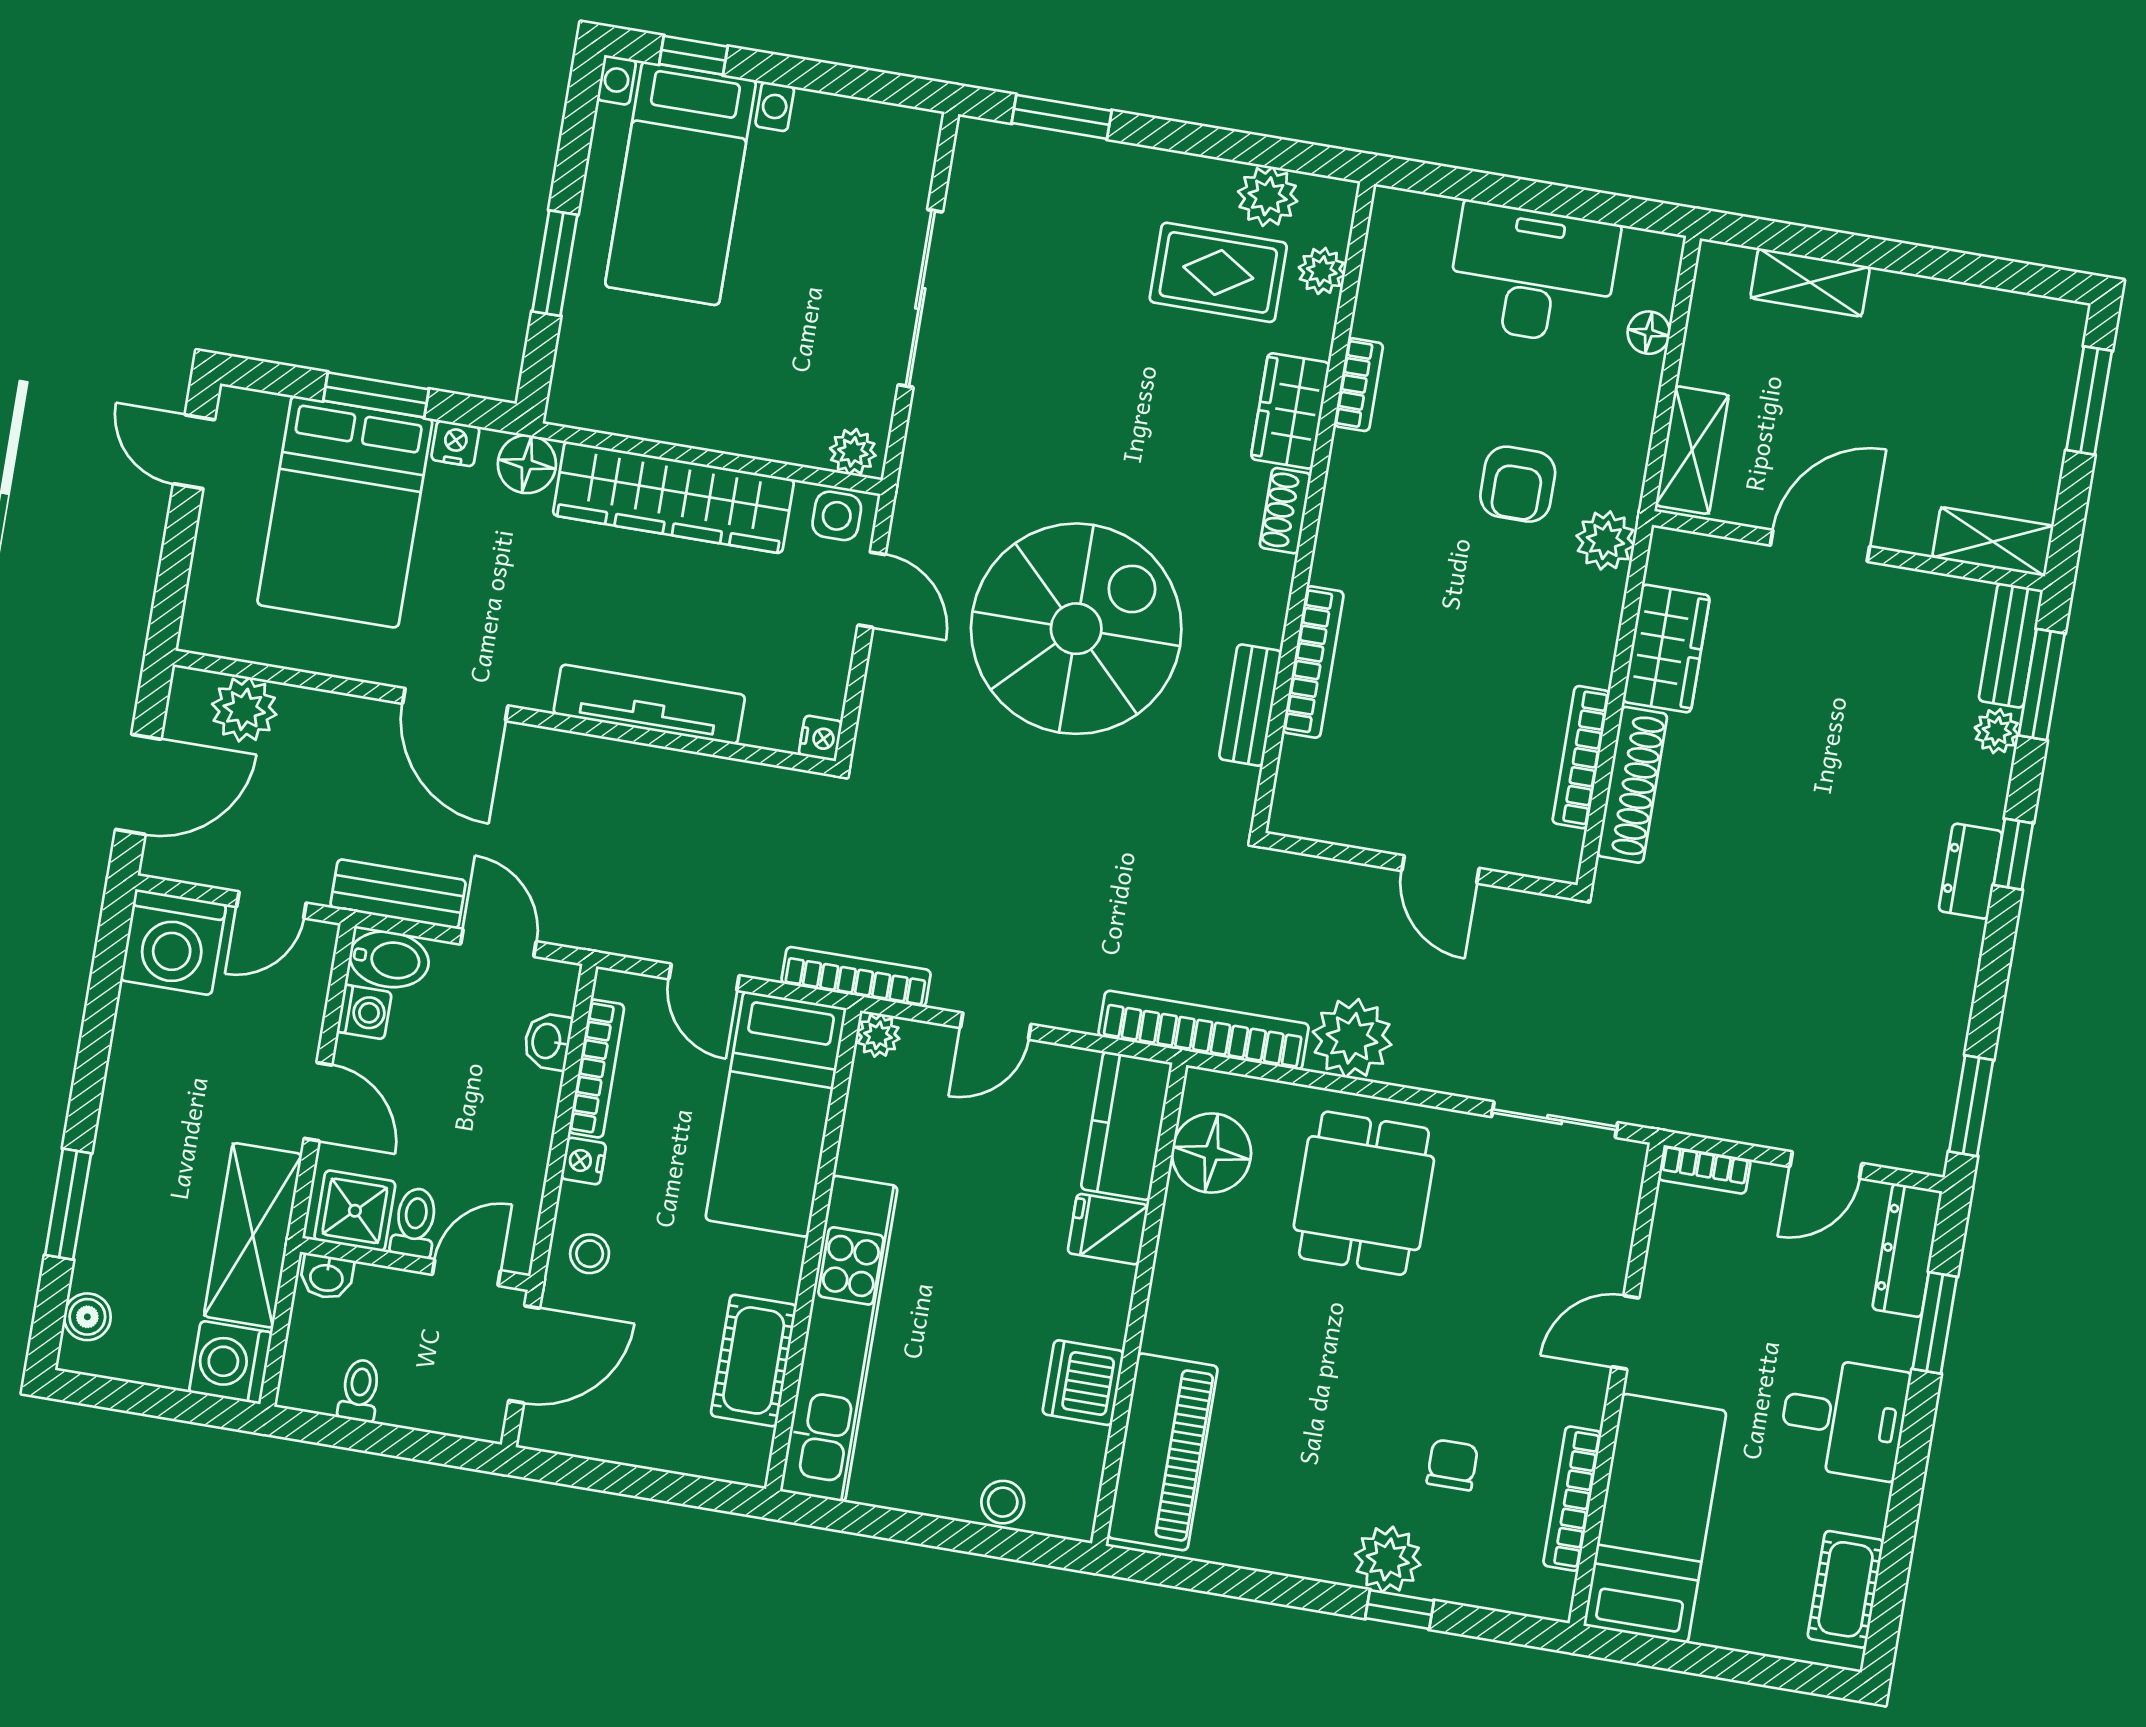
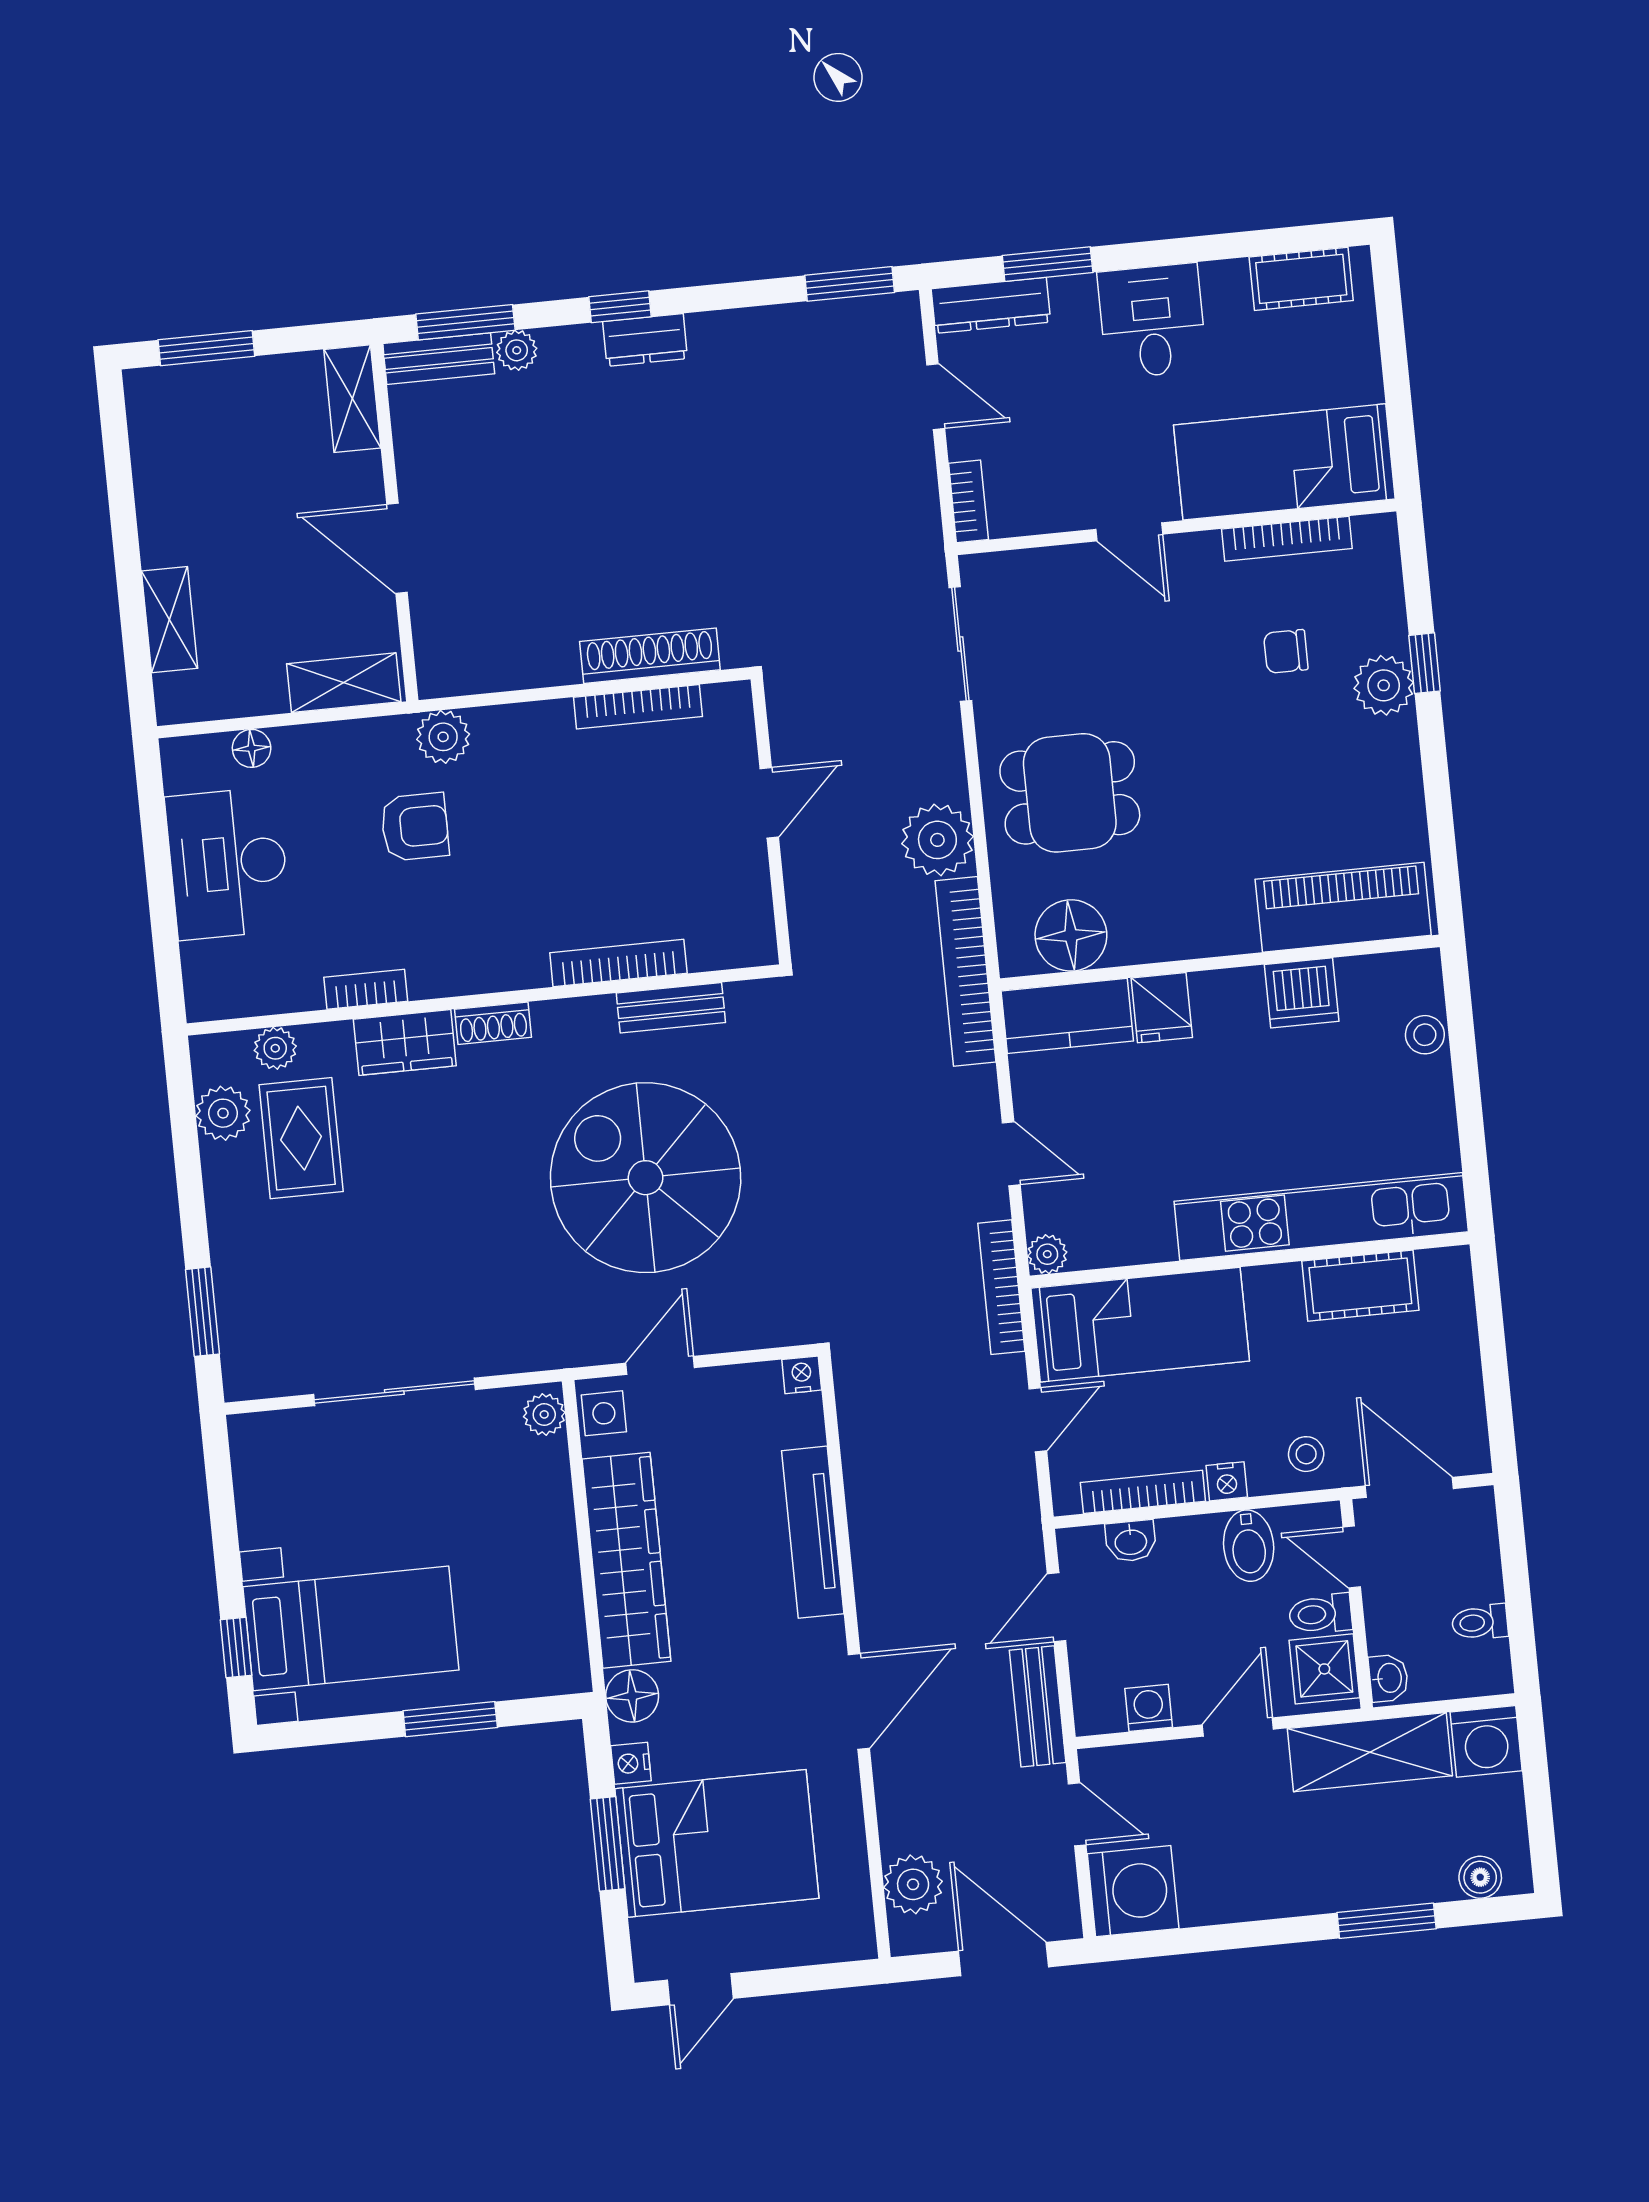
wardrobe: (1666, 649) -> (523, 658), removed
bidet: (389, 959) -> (1249, 1546), moved, turned 180

